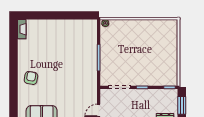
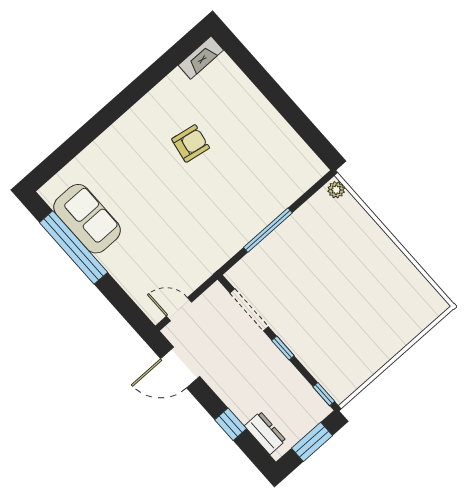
armchair: (31, 78) -> (191, 143), moved

